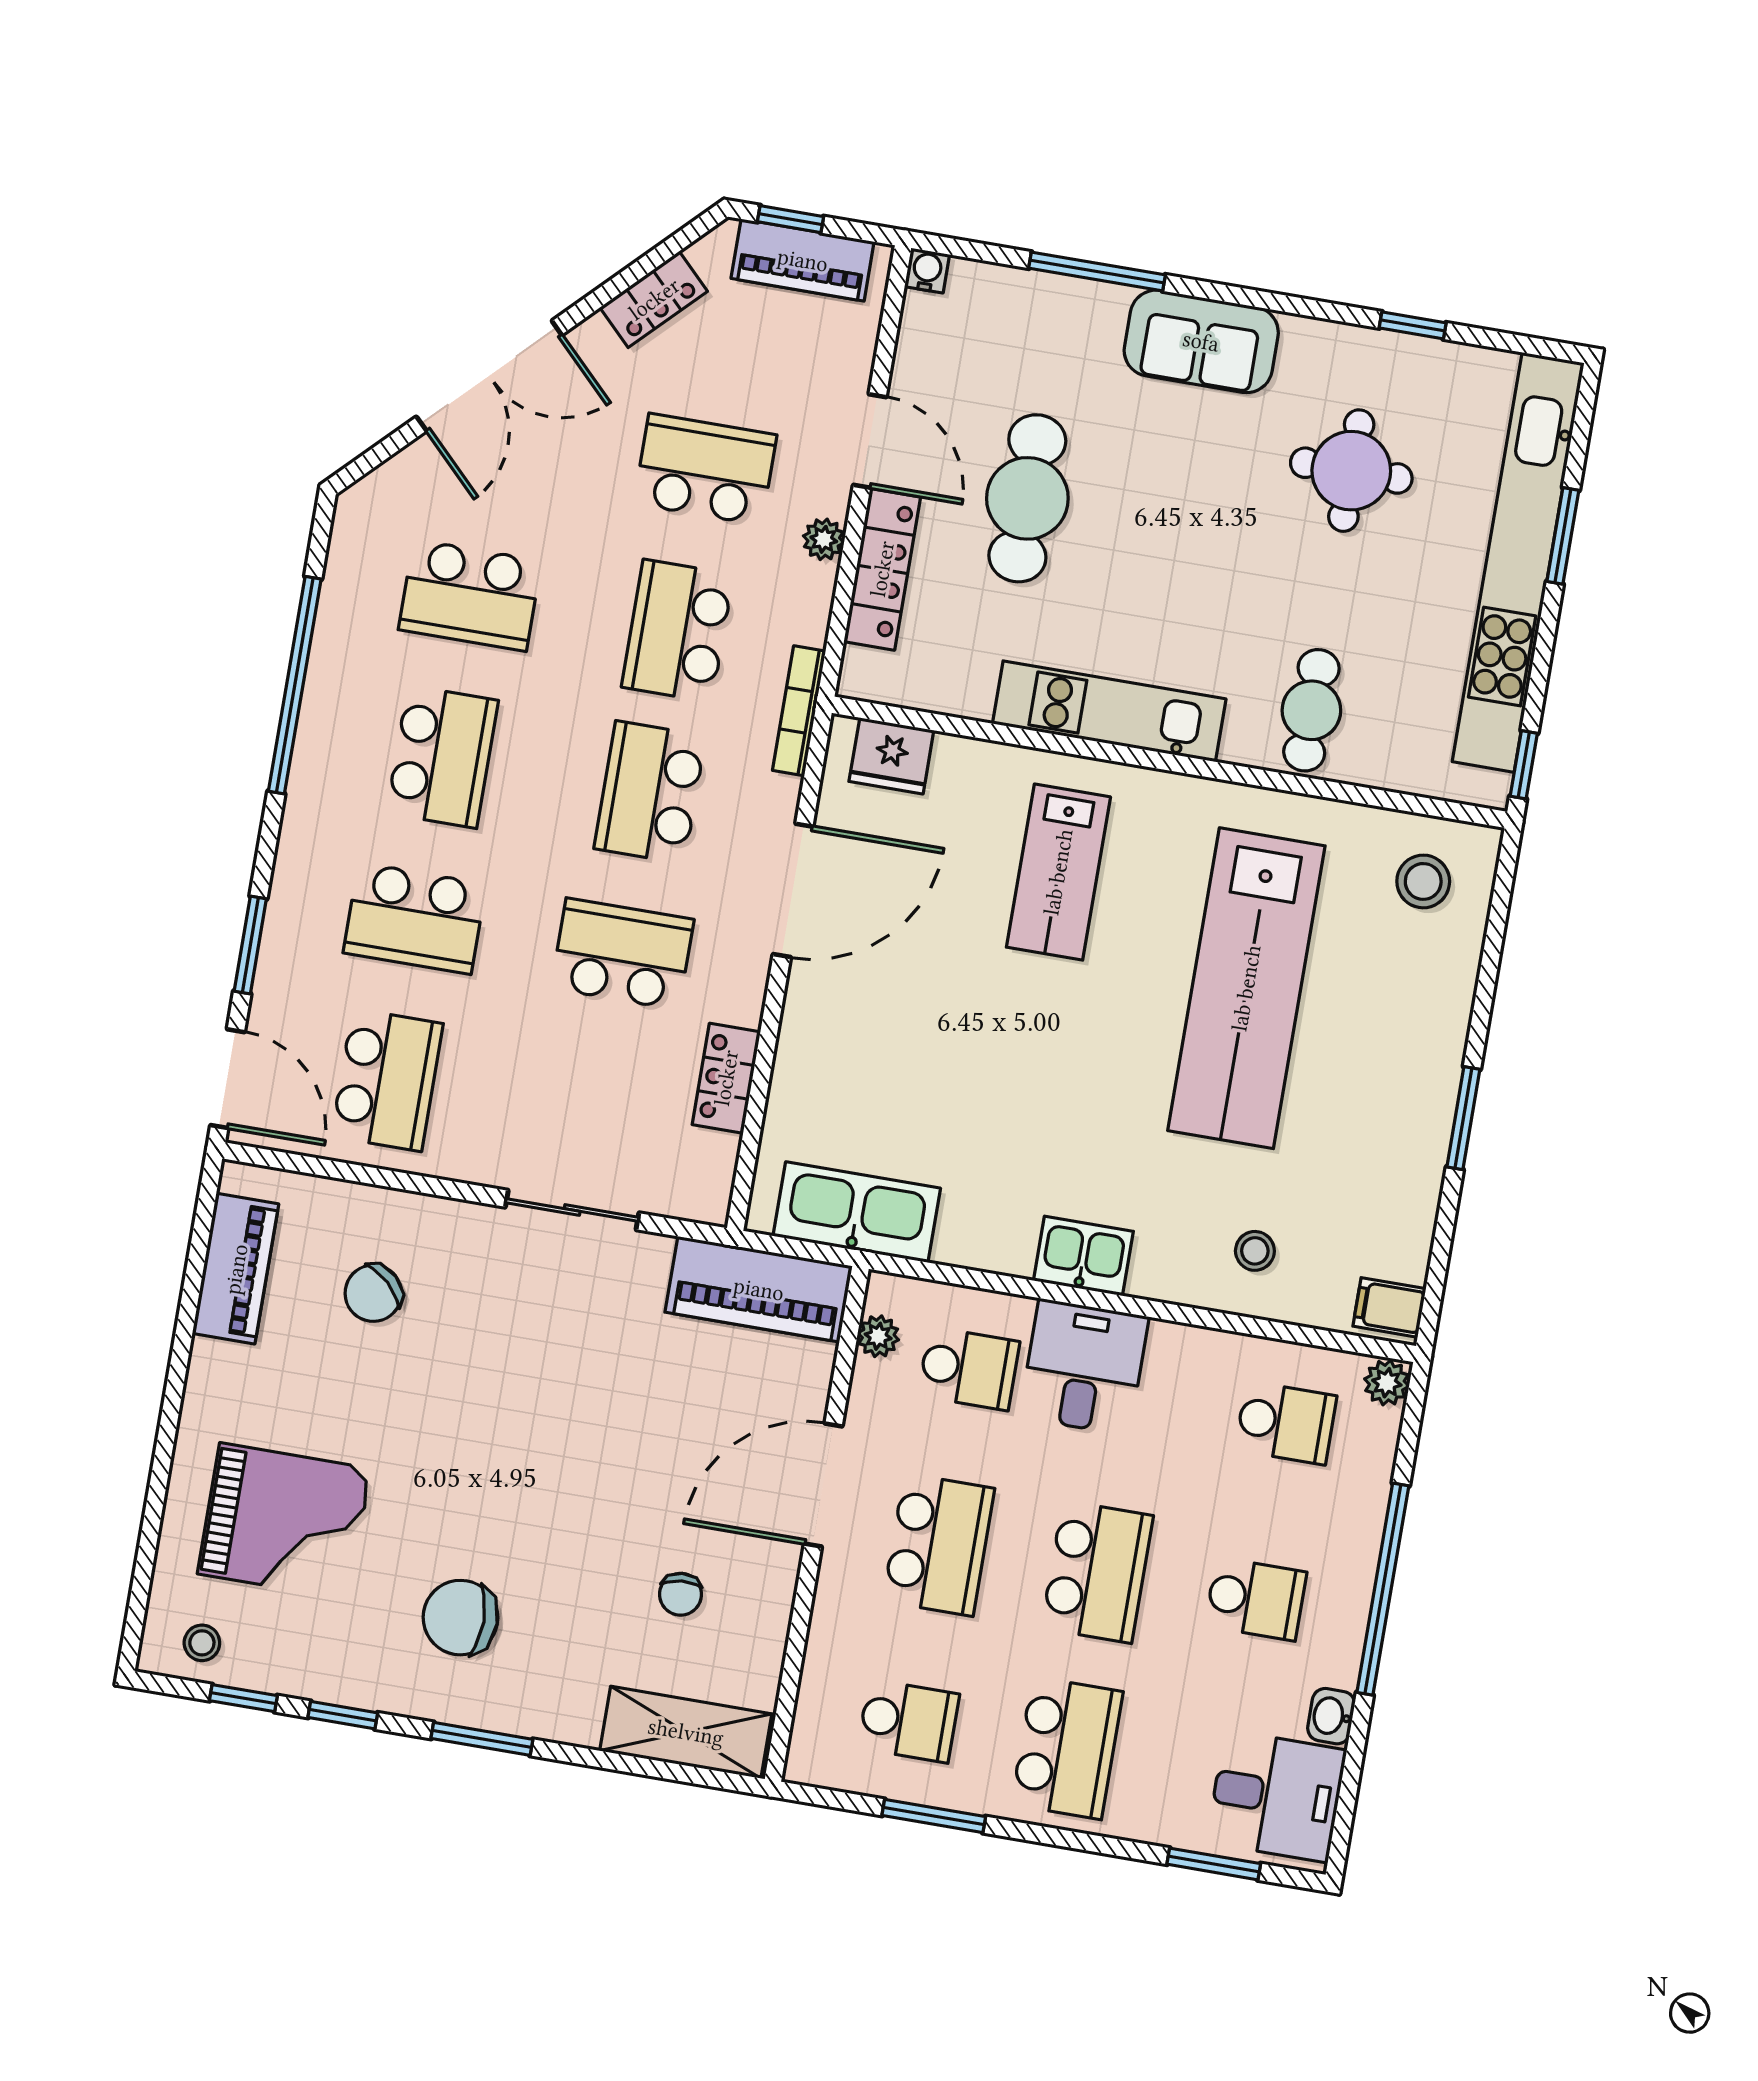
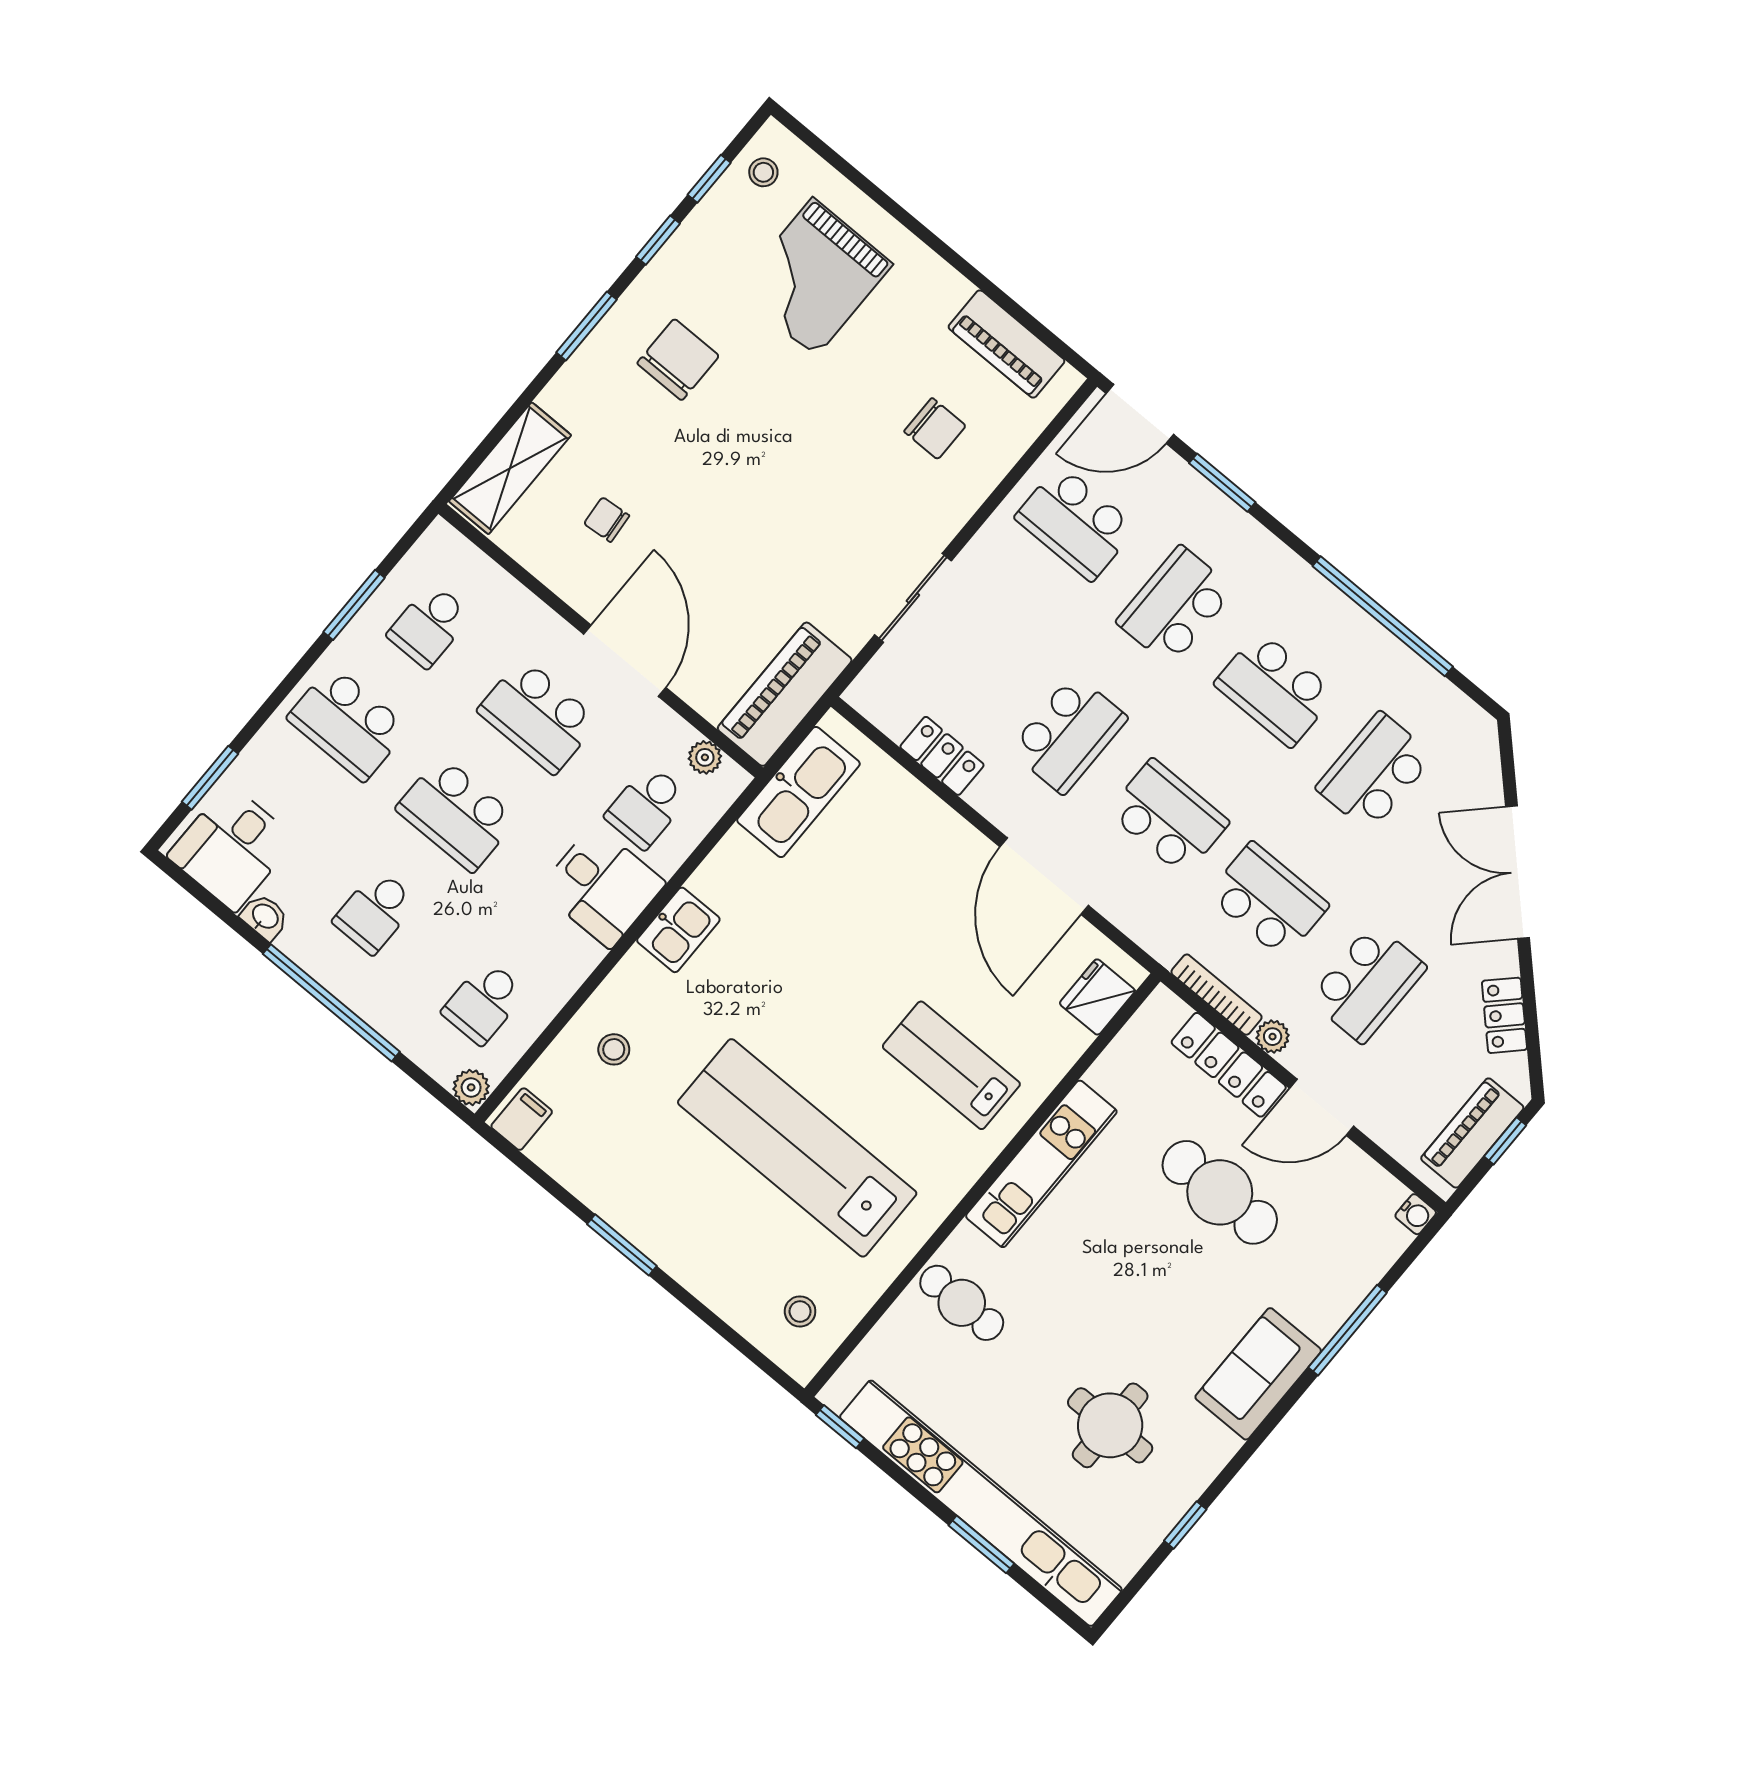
bookcase: (799, 711) -> (1216, 995), moved
stool: (1423, 881) -> (800, 1311), width x0.73, depth x0.73
chair: (373, 1293) -> (935, 429), turned 137

